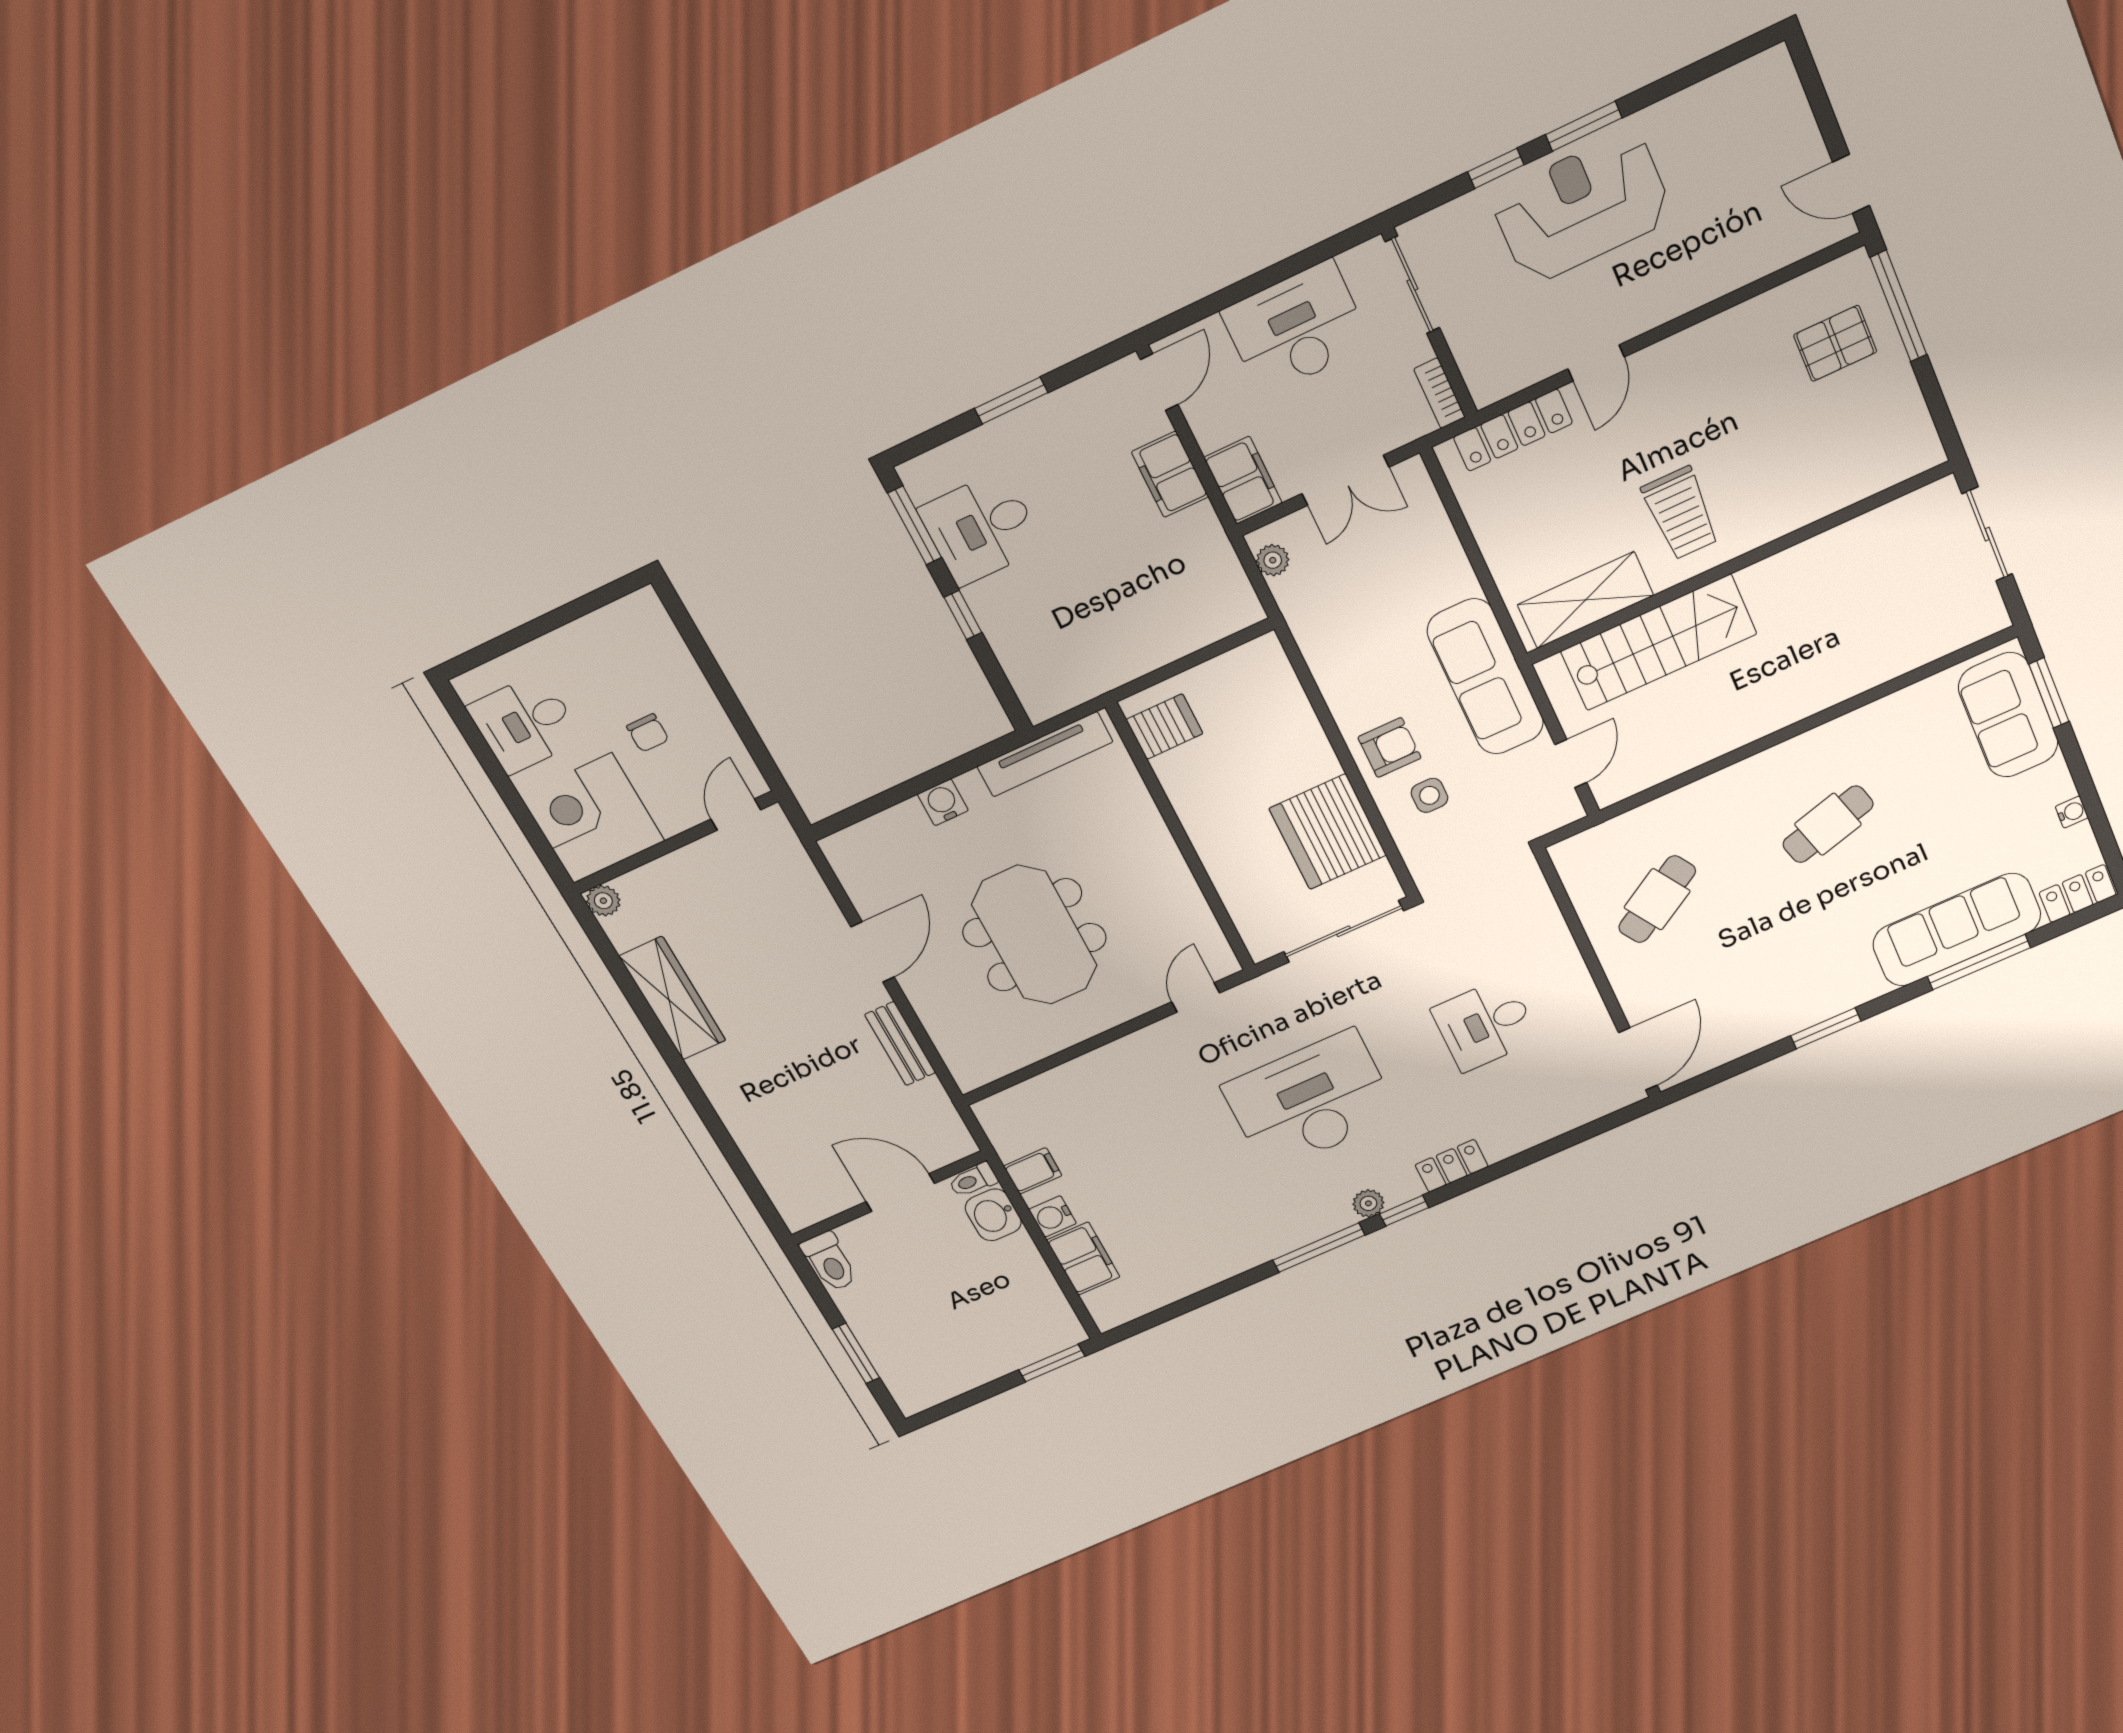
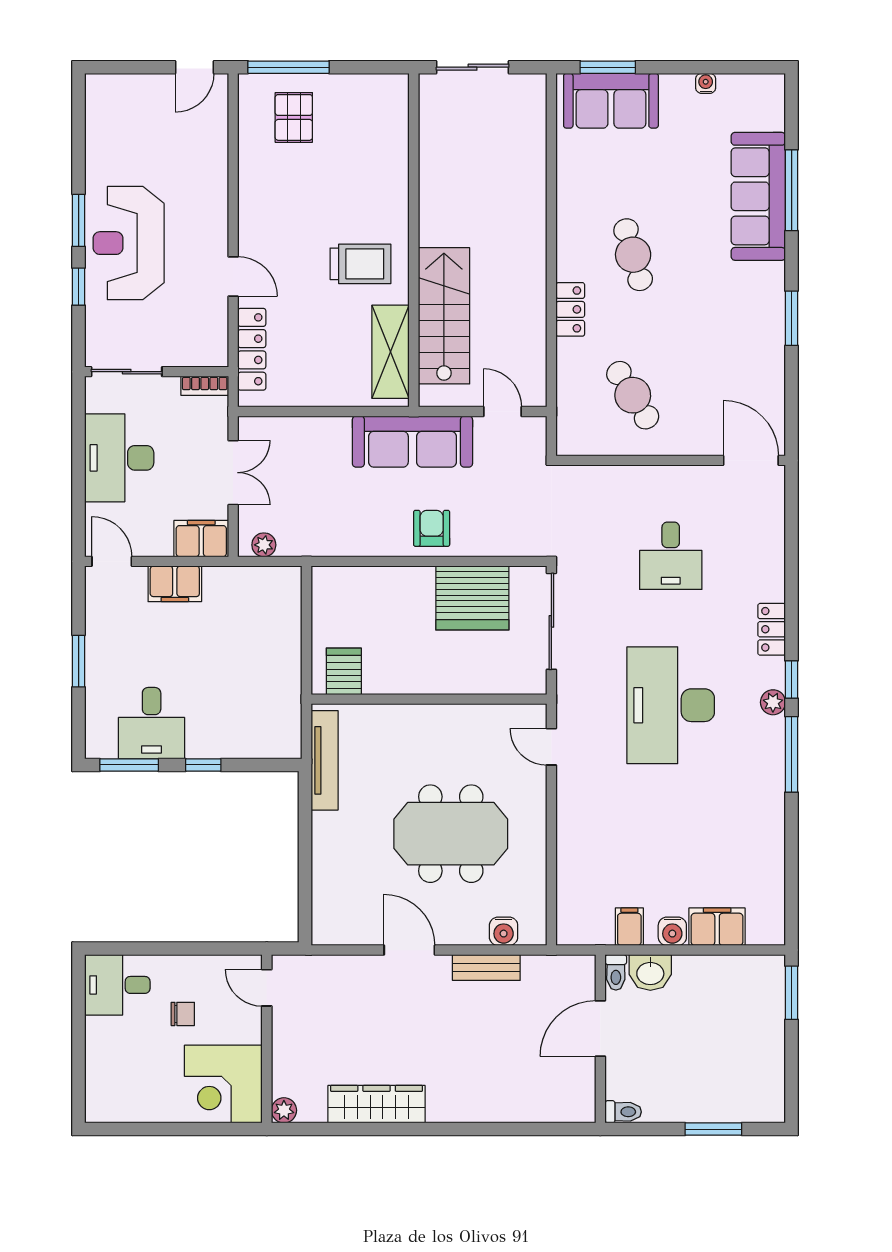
desk: (525, 723) -> (117, 985), moved, turned 90
side table: (1429, 795) -> (479, 517), removed
water cooler: (943, 802) -> (504, 931), moved, turned -90
locker: (2078, 894) -> (570, 309), moved, turned 180
toilet: (830, 1262) -> (623, 1112), width x0.73, depth x0.72

